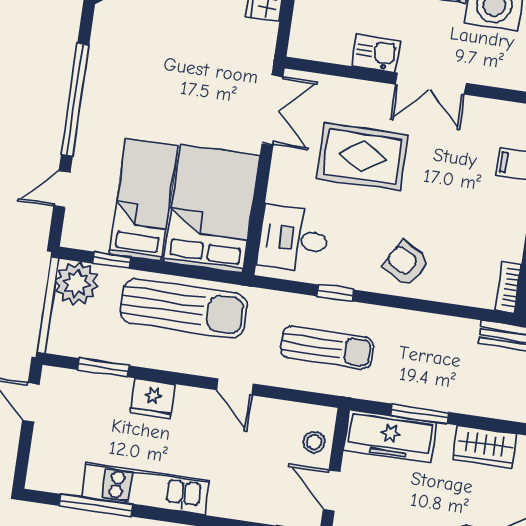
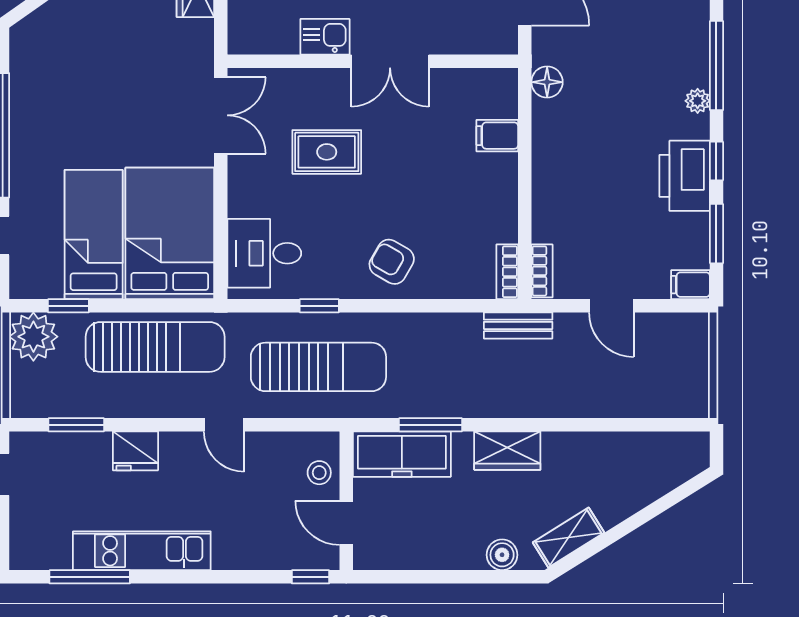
rug: (362, 157) -> (327, 152), width x0.73, depth x0.70
sun lounger: (327, 348) -> (318, 367), width x1.36, depth x1.34

